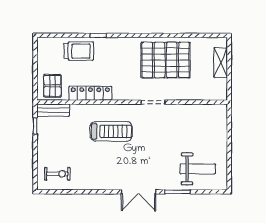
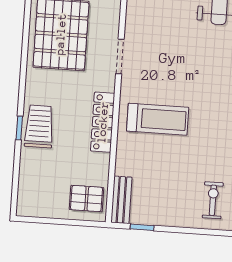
trolley: (79, 51) -> (39, 127), moved
locker: (90, 93) -> (103, 122), moved
treadmill: (111, 131) -> (158, 119), turned 90

